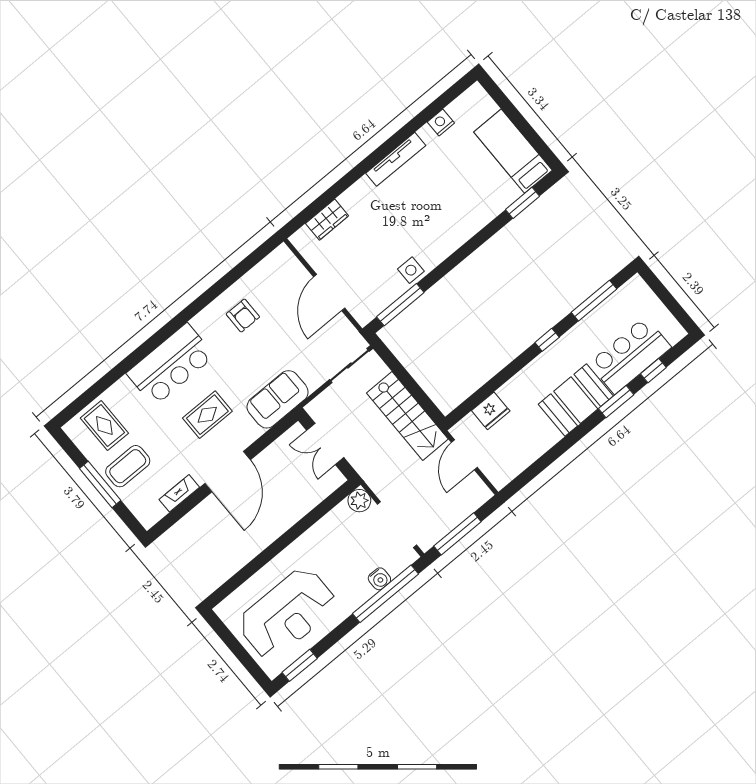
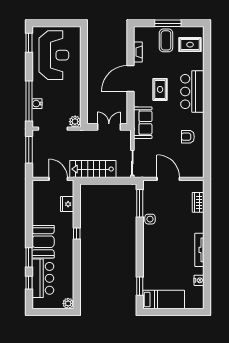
plant: (636, 287) -> (68, 303), added
window: (594, 301) -> (77, 282), removed
window: (547, 340) -> (77, 233), moved
door: (228, 472) -> (130, 79), hinge flipped
reception desk: (287, 613) -> (54, 55), turned 180

